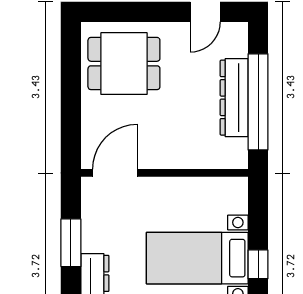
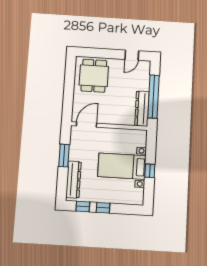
dining table: (124, 64) -> (94, 76), turned 90
dresser: (234, 98) -> (142, 109), moved

